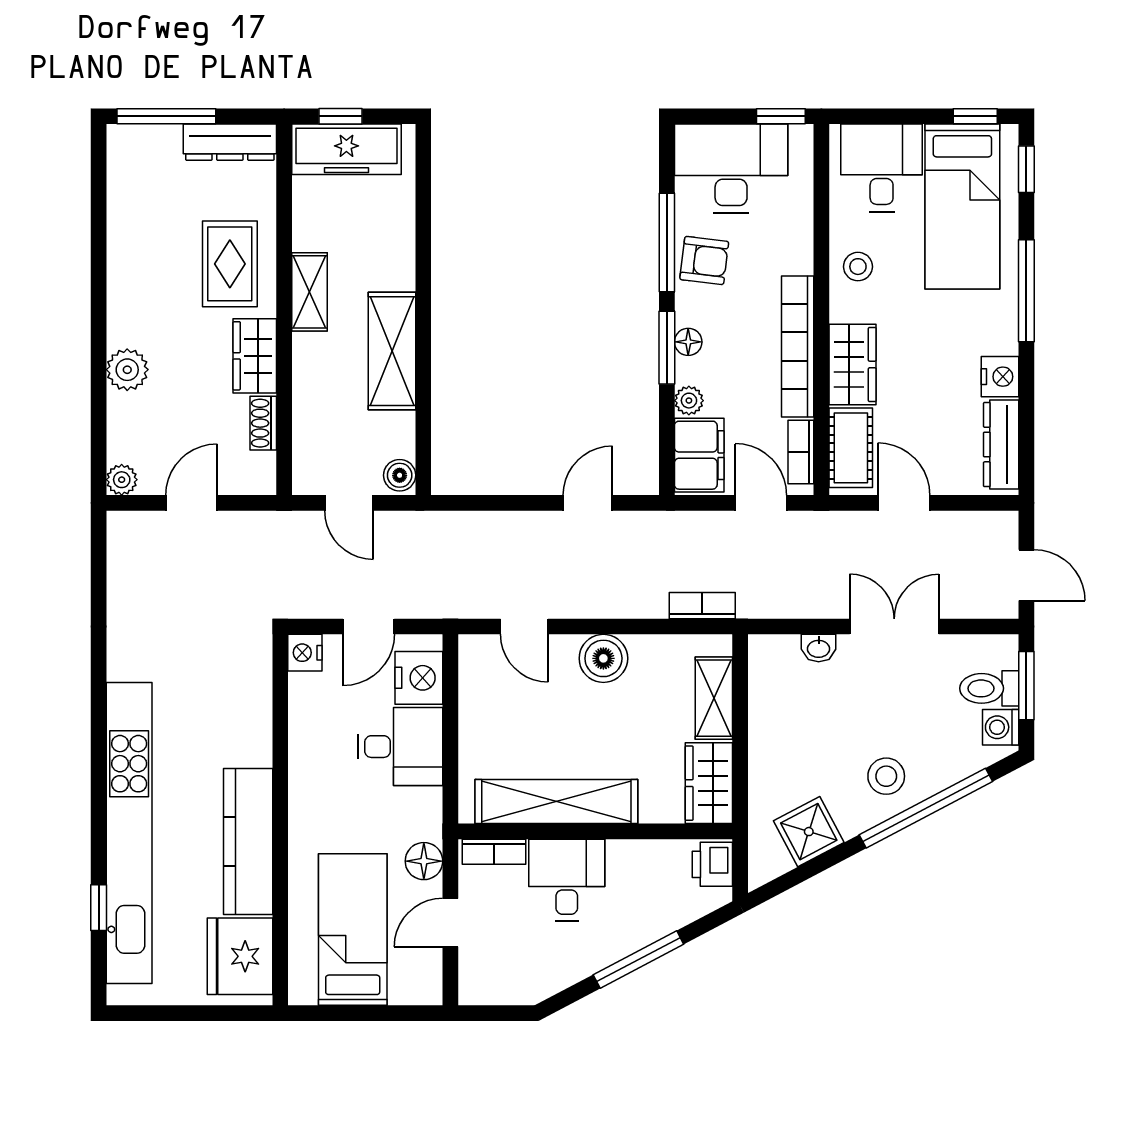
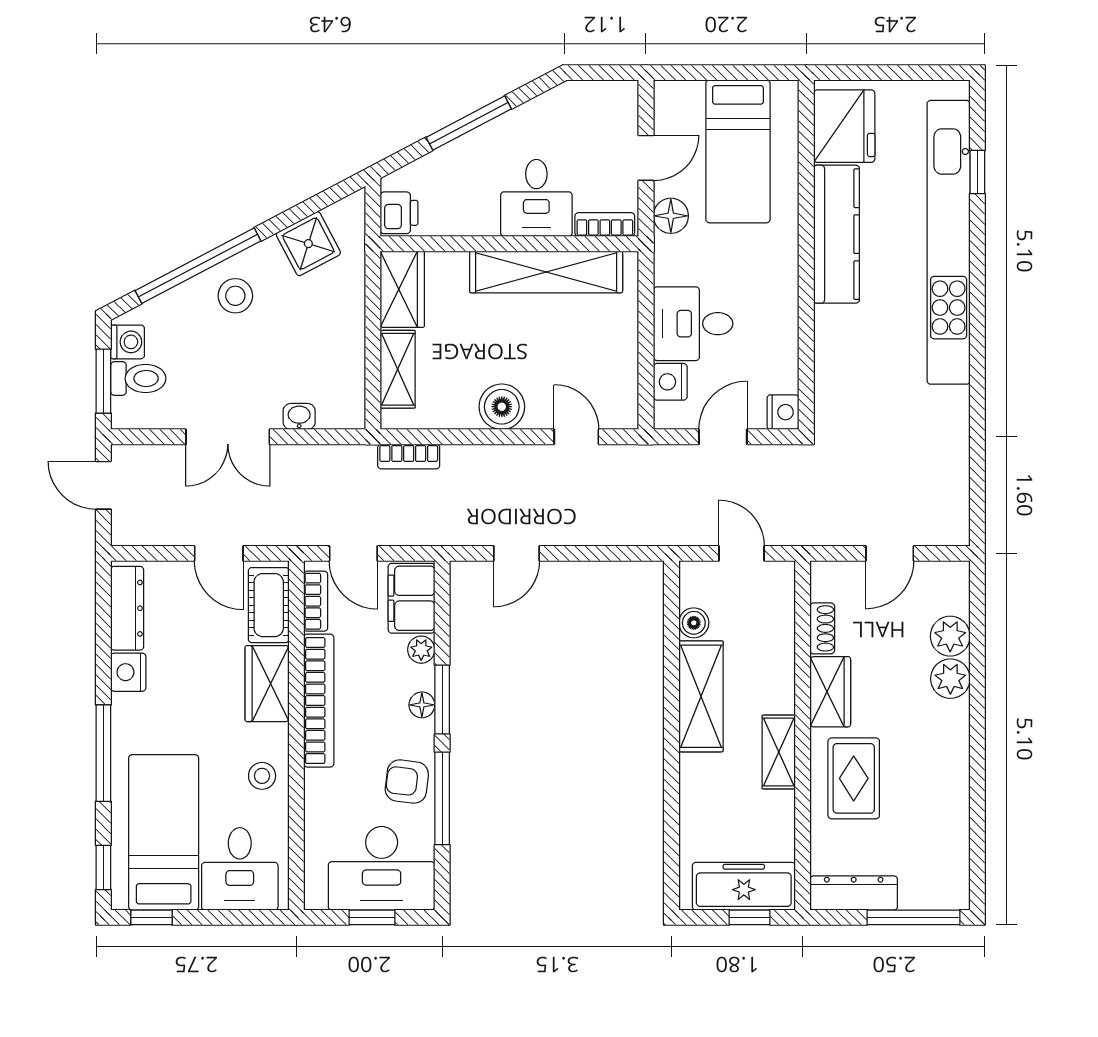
window: (781, 116) -> (372, 917), moved
boiler: (400, 475) -> (694, 623), moved
plant: (122, 480) -> (950, 636), moved, width x1.38, depth x1.38
nightstand: (419, 678) -> (670, 382), width x0.74, depth x0.75

